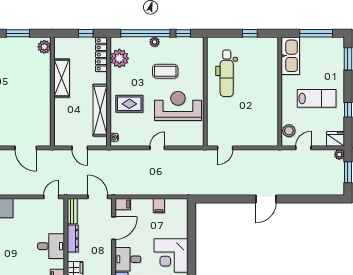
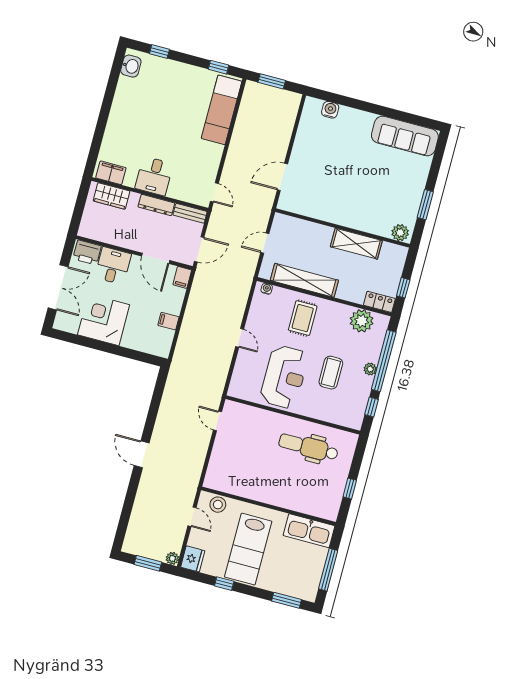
locker: (101, 55) -> (379, 302), width x0.66
lab bench: (317, 98) -> (248, 549), width x1.36, depth x1.39

